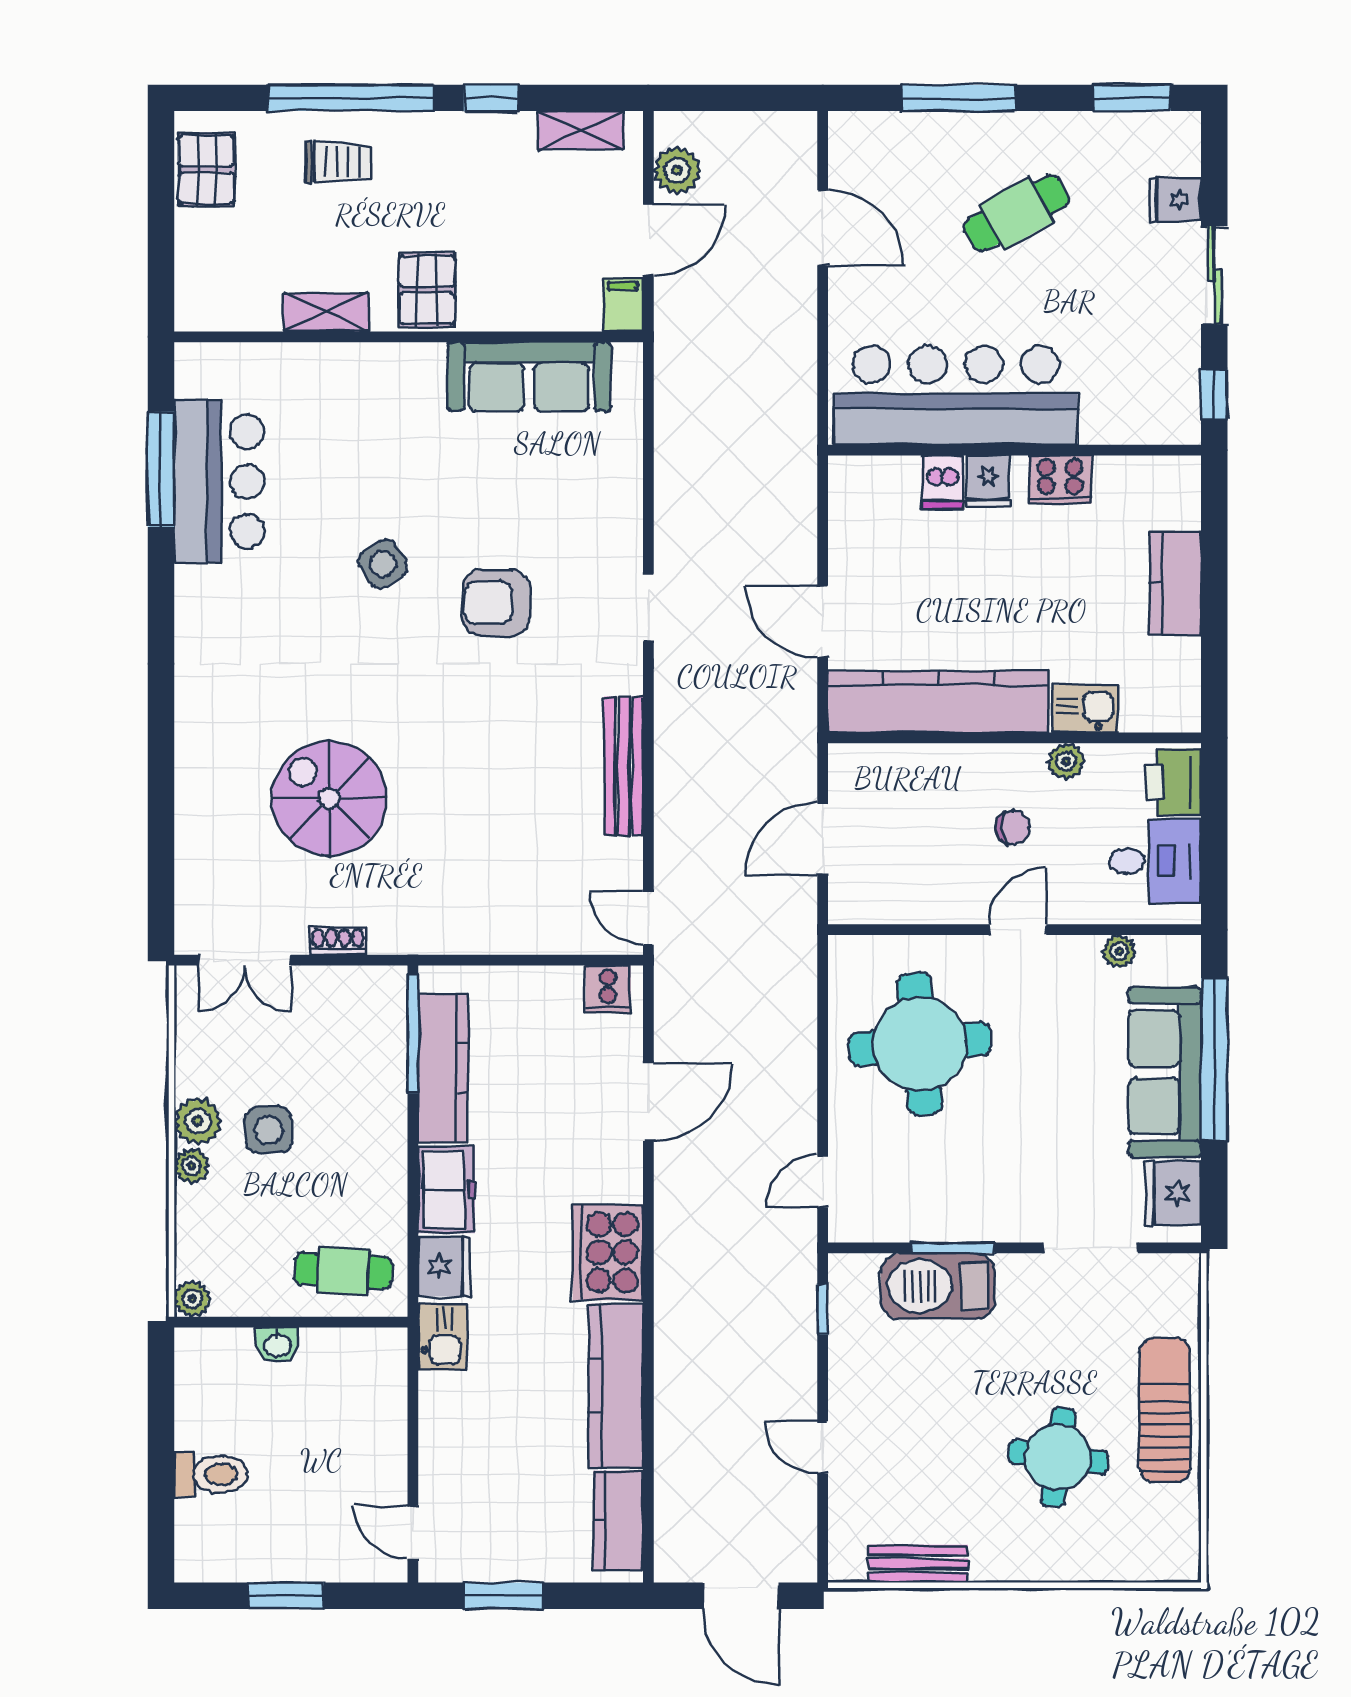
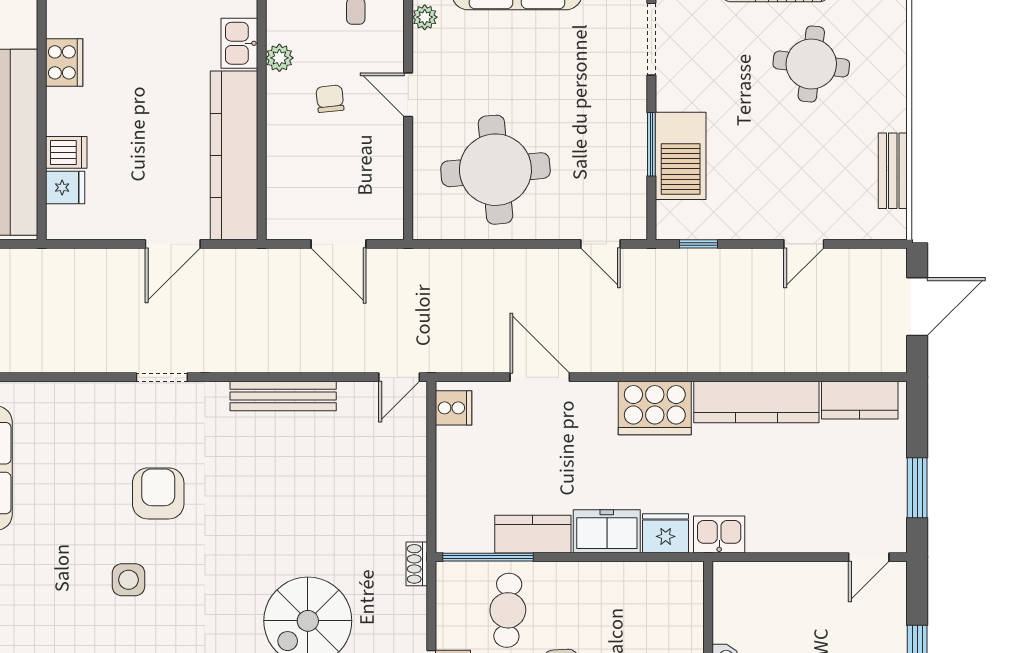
fridge: (988, 481) -> (65, 187), moved
side table: (383, 564) -> (129, 580), turned 32
armchair: (496, 603) -> (158, 493), turned 180
shoe rack: (338, 941) -> (417, 564), moved
kitchen counter: (443, 1068) -> (533, 534), width x0.67
cafe table: (343, 1271) -> (508, 610), moved

